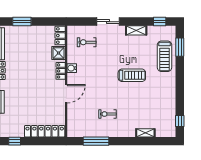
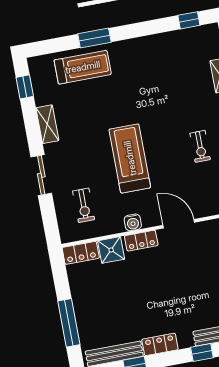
window: (22, 22) -> (69, 323), width x1.44
window: (180, 47) -> (94, 38), moved
treadmill: (132, 75) -> (130, 158), moved, width x1.37, depth x1.38

